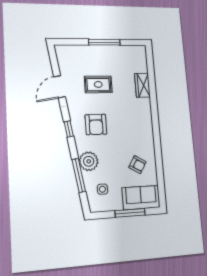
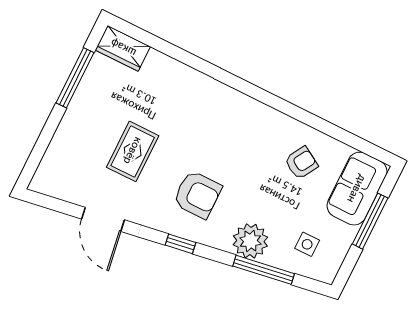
window: (104, 42) -> (75, 78), moved
wardrobe: (142, 85) -> (123, 48), moved

